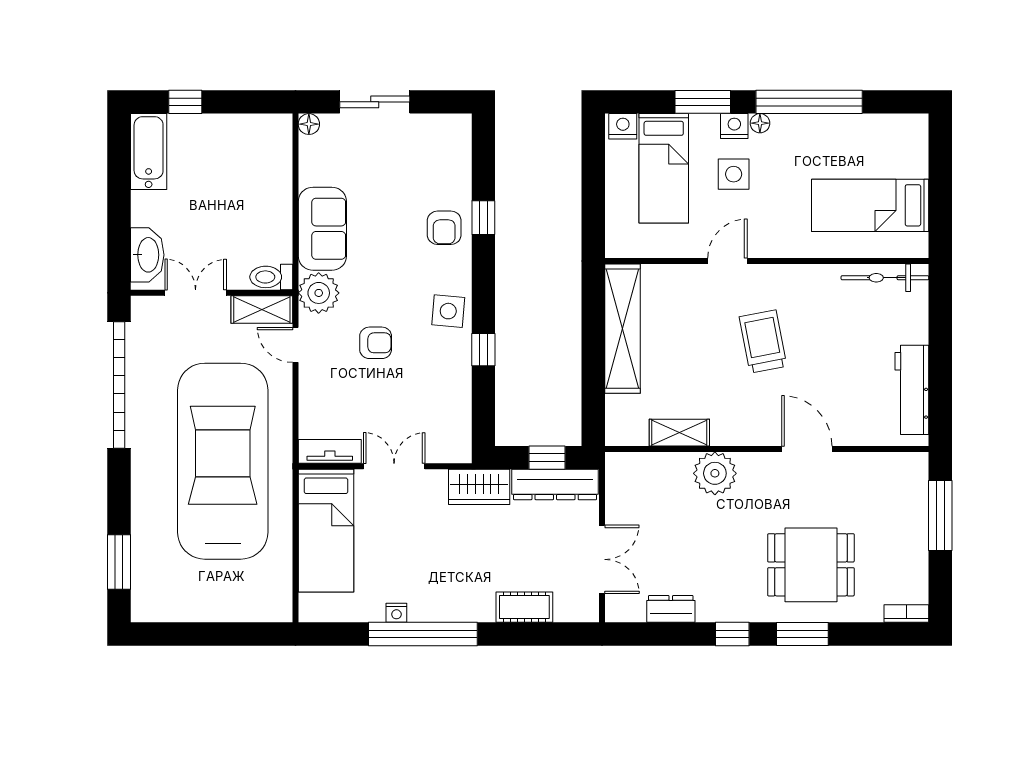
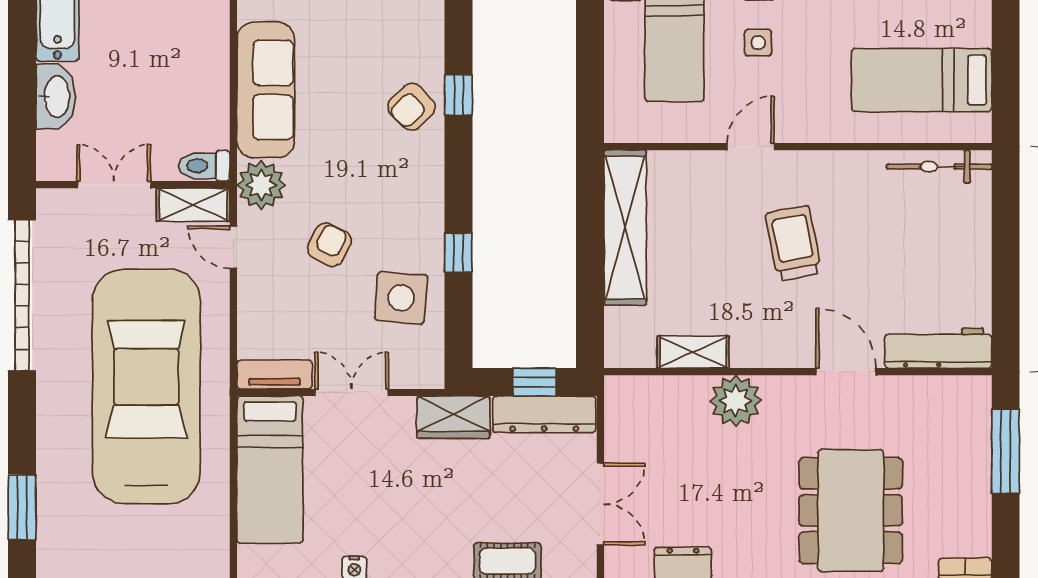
side table: (734, 174) -> (758, 43), width x0.73, depth x0.73
armchair: (444, 228) -> (411, 107), turned 46
sofa: (322, 229) -> (266, 90), width x1.36
washbasin: (147, 255) -> (56, 97), moved
side table: (448, 311) -> (401, 298), moved, width x1.37, depth x1.37
armchair: (376, 343) -> (329, 245), turned -63
workbench: (912, 390) -> (938, 348), moved, turned 90
dining table: (811, 565) -> (851, 511), width x1.38

